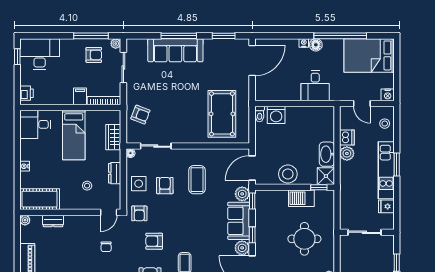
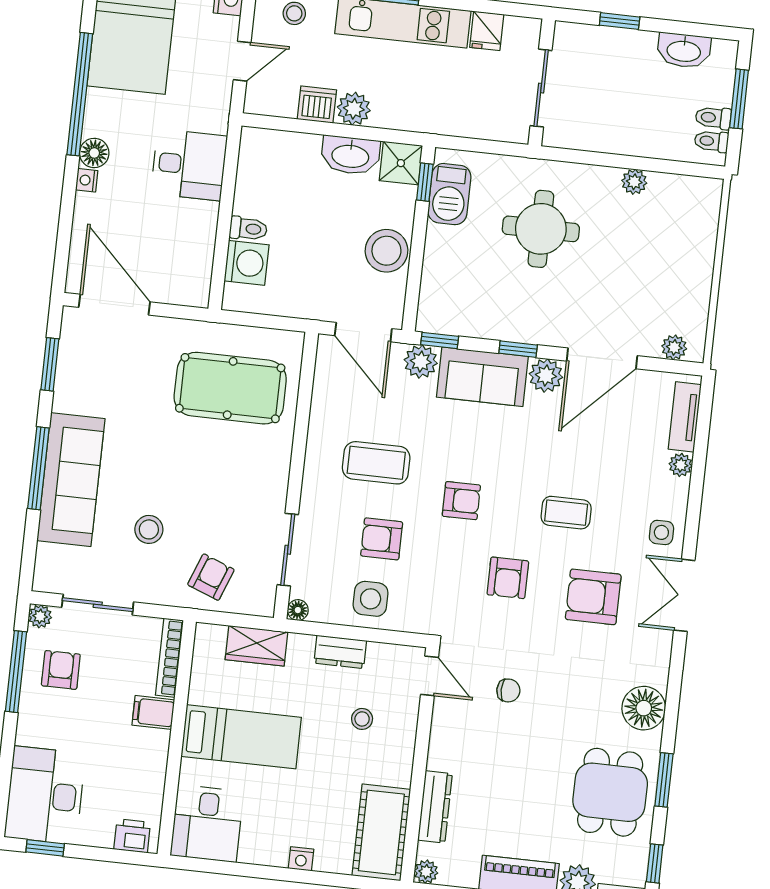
stool: (158, 86) -> (149, 529), added
toilet: (260, 114) -> (248, 229), moved
barbecue: (301, 198) -> (449, 194), moved
armchair: (139, 213) -> (461, 501), moved
dresser: (53, 221) -> (435, 807), width x1.44

